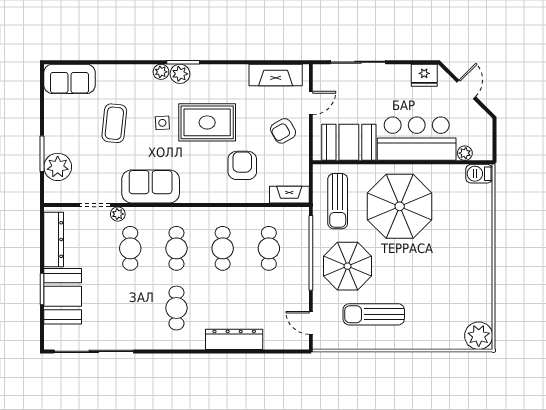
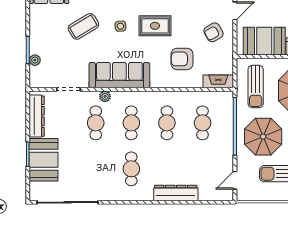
rug: (207, 122) -> (155, 26), width x0.73, depth x0.70
coffee table: (114, 123) -> (83, 26), turned 53
armchair: (242, 165) -> (182, 59), turned -90
plant: (58, 167) -> (35, 60), width x0.53, depth x0.53
sofa: (151, 186) -> (119, 75), width x1.36
plant: (118, 214) -> (105, 96), moved
door: (311, 323) -> (235, 180), hinge flipped

